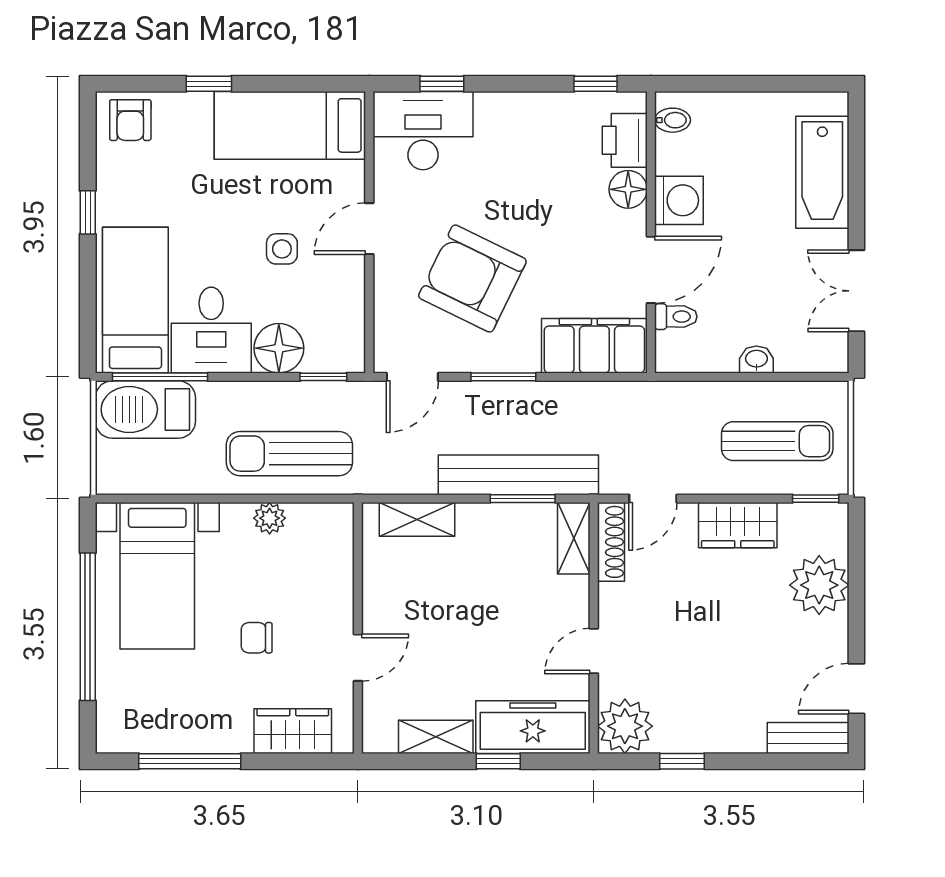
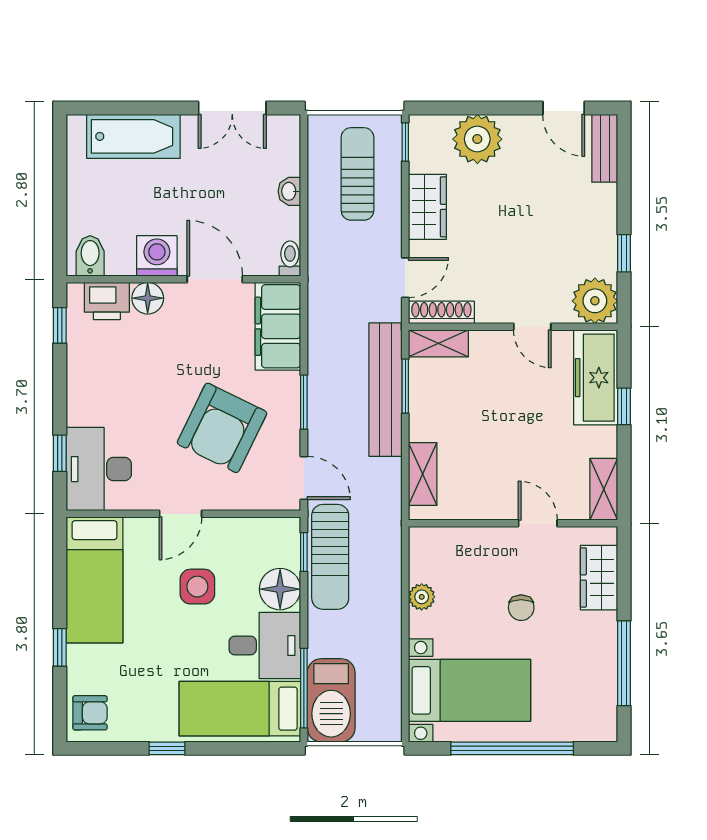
bidet: (672, 120) -> (90, 256), width x1.38, depth x1.36
door: (369, 229) -> (180, 514), hinge flipped
side table: (282, 249) -> (197, 587), width x1.37, depth x1.37
toilet: (676, 317) -> (290, 258), moved
sun lounger: (289, 454) -> (330, 557), moved
door: (653, 499) -> (405, 278), hinge flipped
shelving: (436, 737) -> (604, 489), moved

